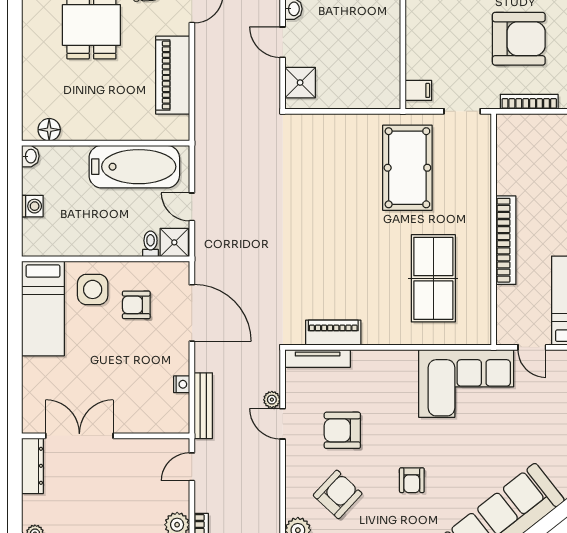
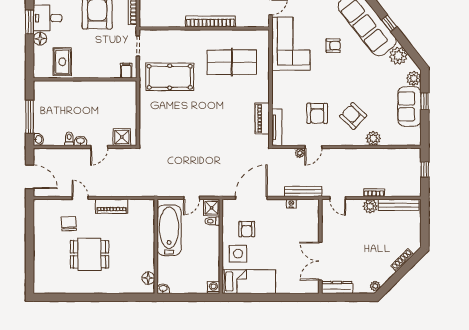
piano: (173, 75) -> (112, 206), width x0.73, depth x0.75
washing machine: (32, 206) -> (213, 287), moved
armchair: (412, 480) -> (333, 46), moved

